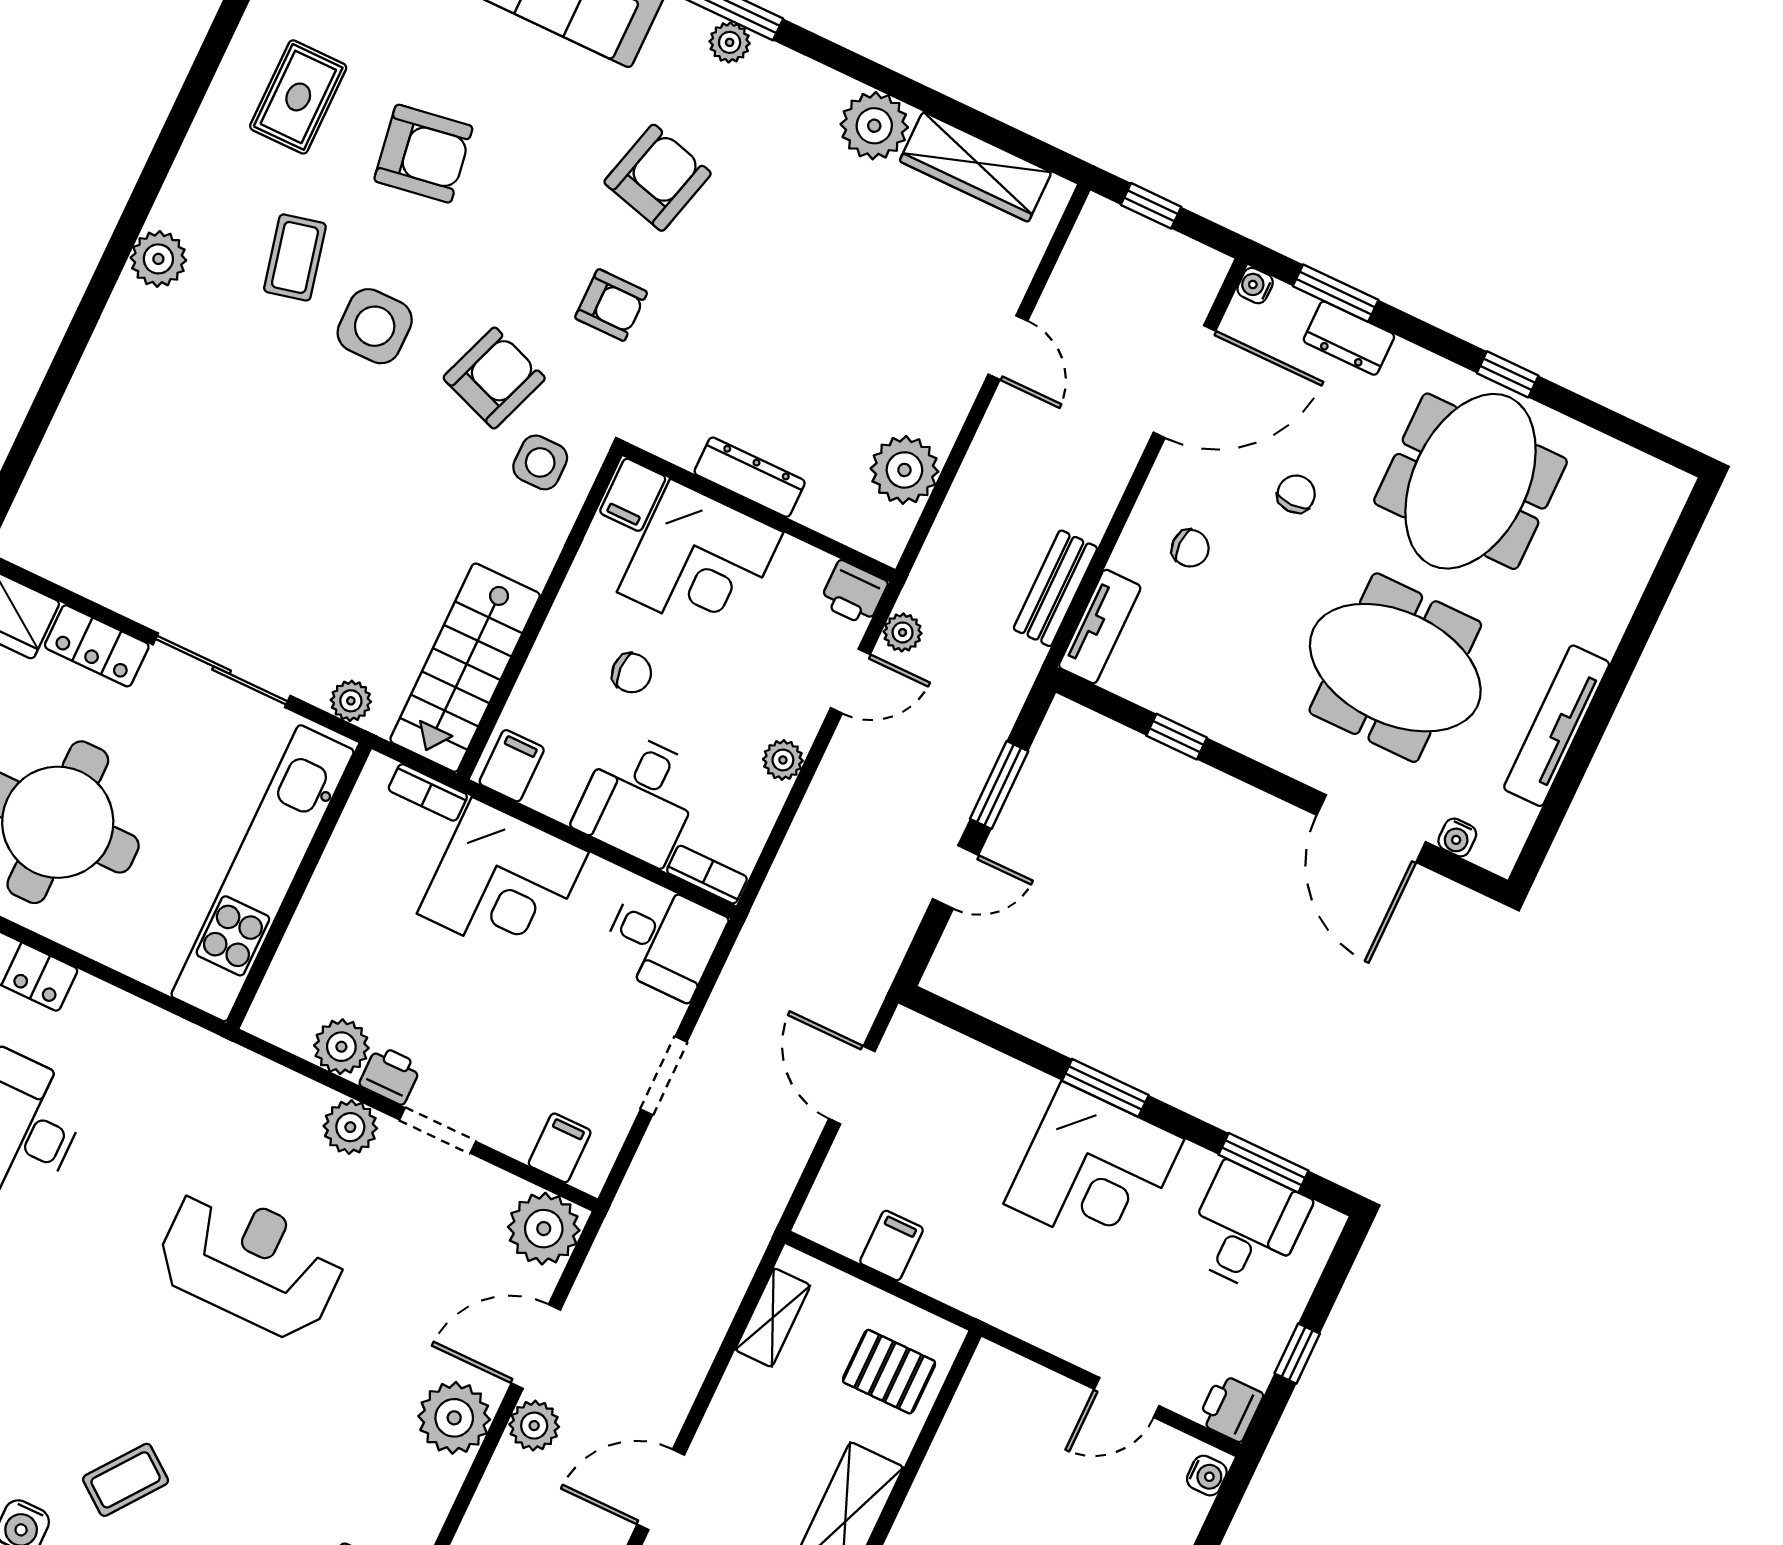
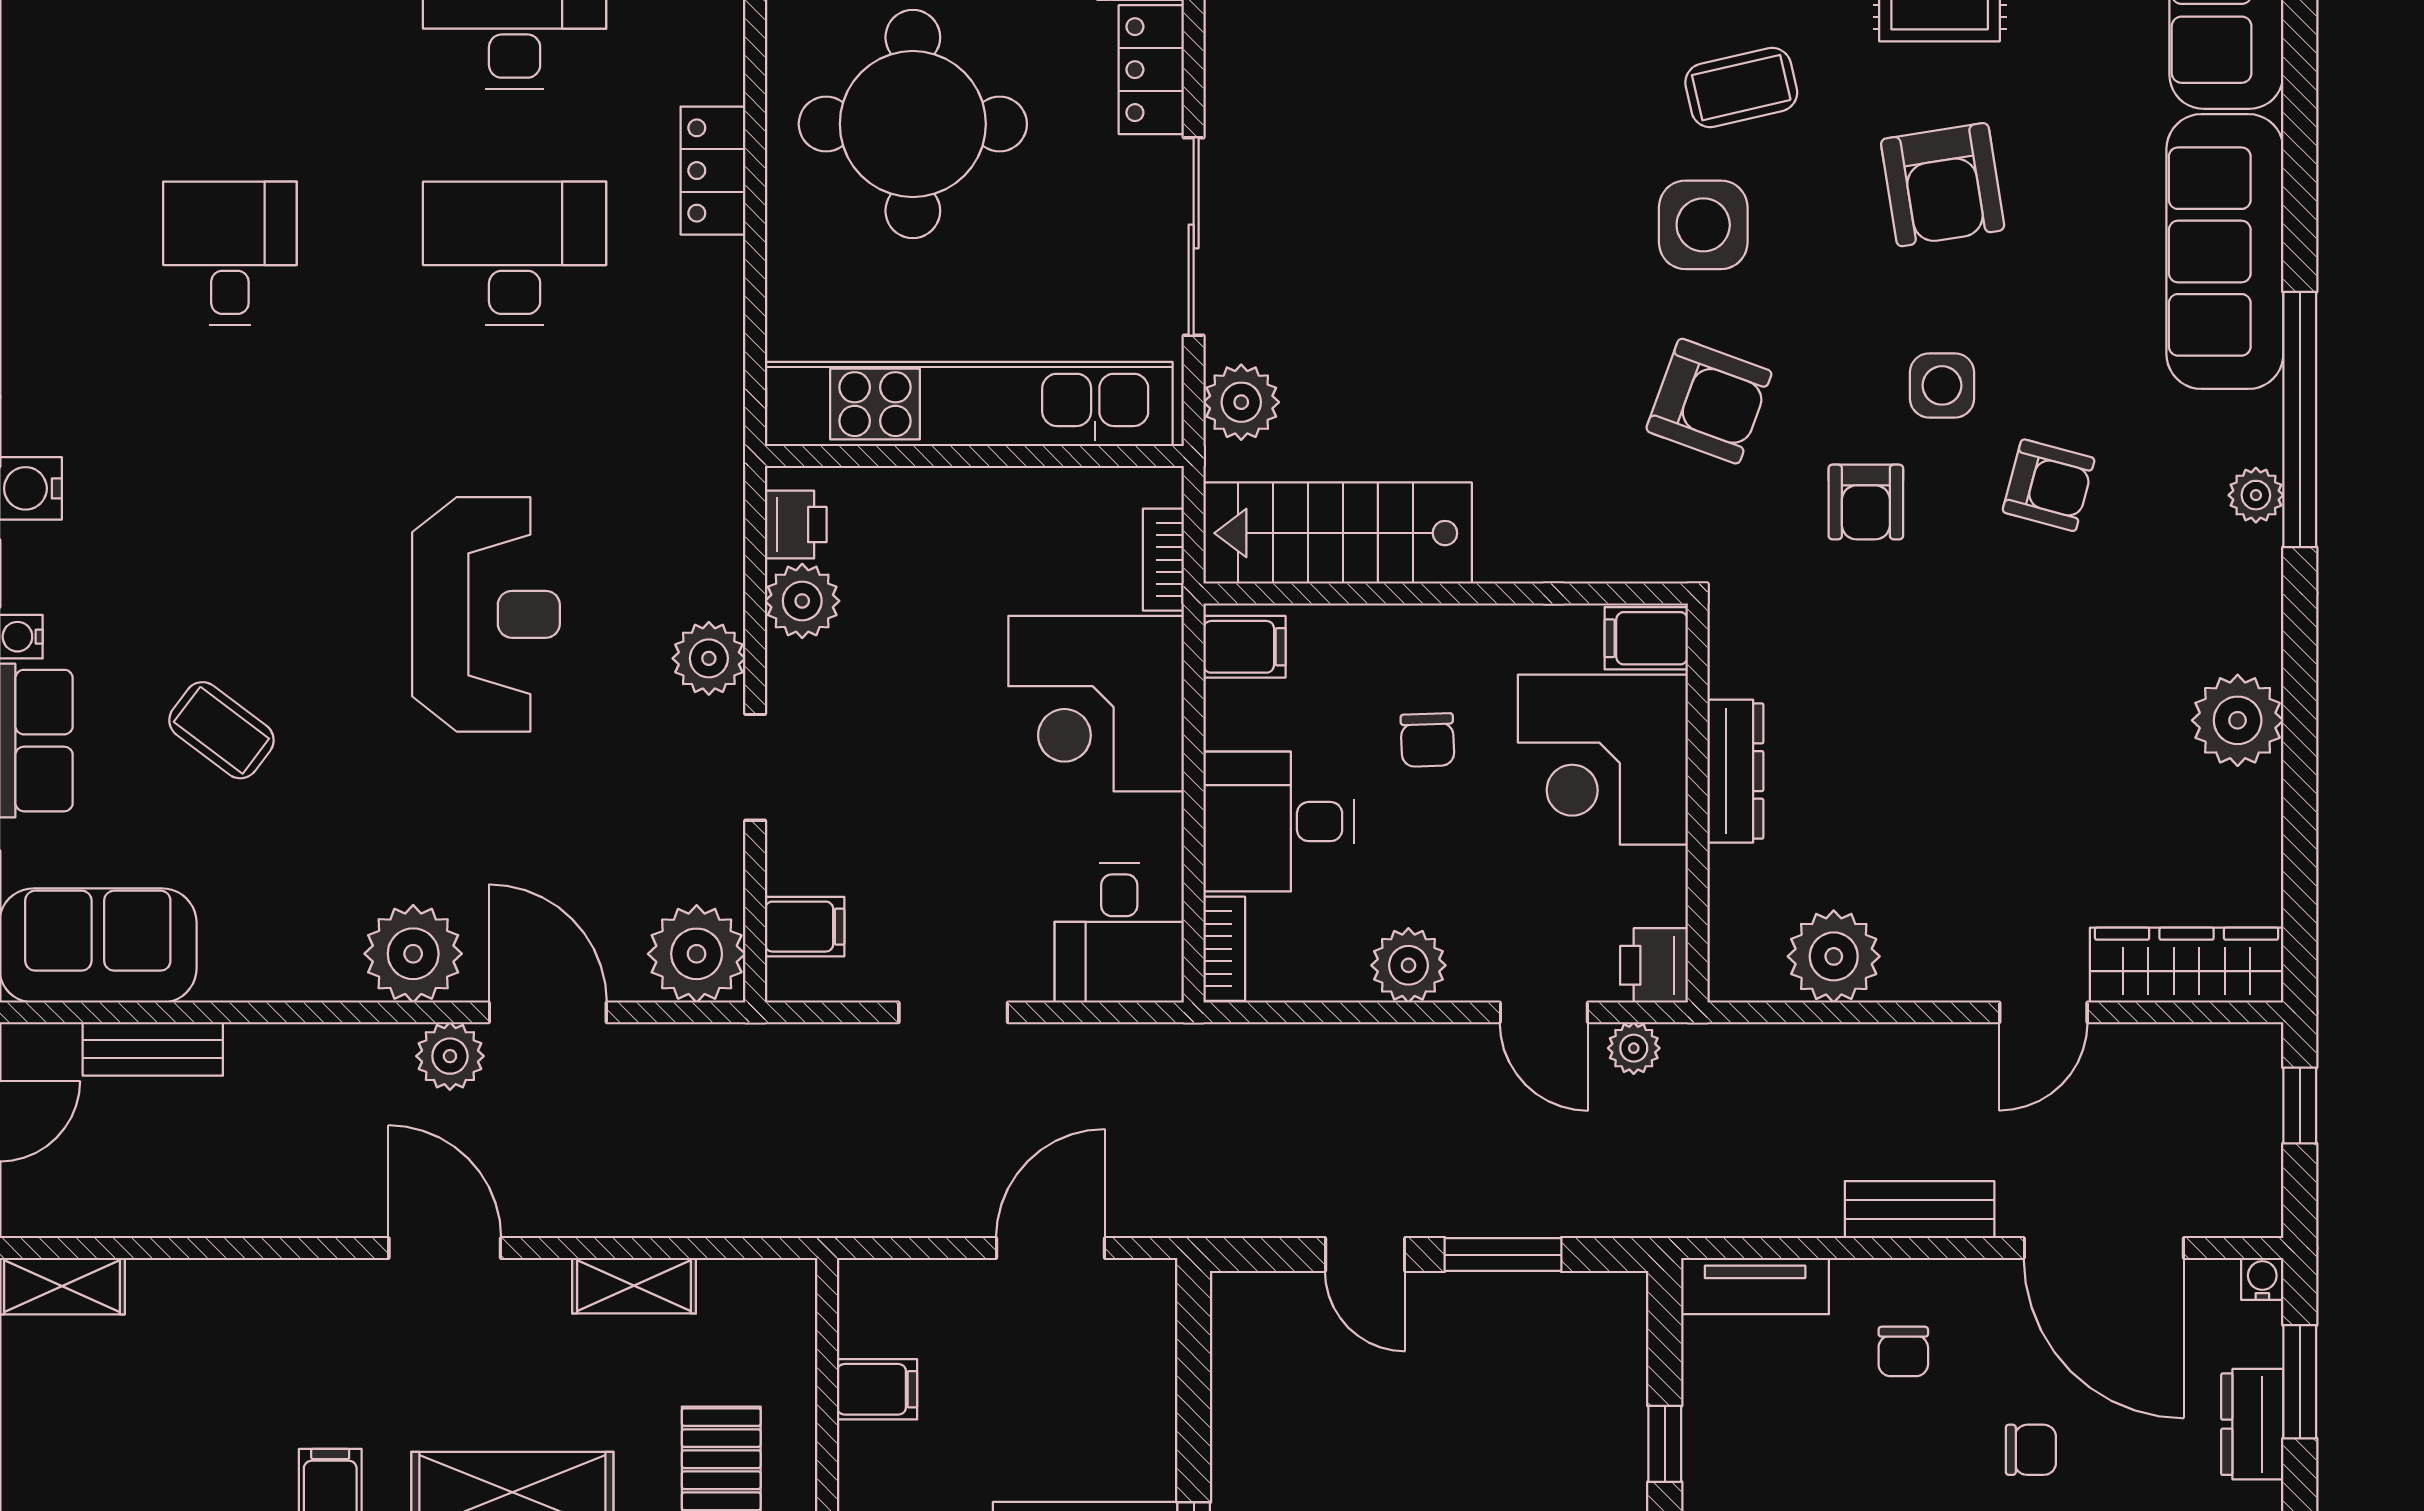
wardrobe: (976, 167) -> (2187, 965), moved, turned 90
armchair: (658, 178) -> (2049, 485), width x0.72, depth x0.72
side table: (540, 462) -> (1942, 385), moved
bench: (1055, 588) -> (1920, 1210), moved
plant: (351, 701) -> (1241, 402), width x1.38, depth x1.38
plant: (783, 760) -> (1408, 965), width x1.38, depth x1.38
printer: (390, 1075) -> (796, 525), moved
shelving: (773, 1318) -> (634, 1286), moved
coffee table: (126, 1480) -> (221, 730), moved

